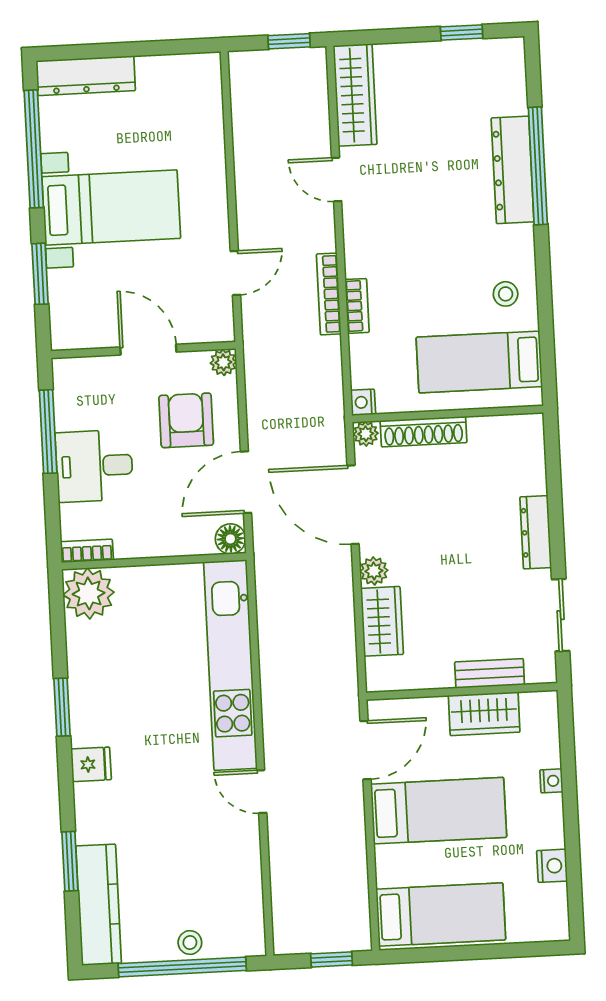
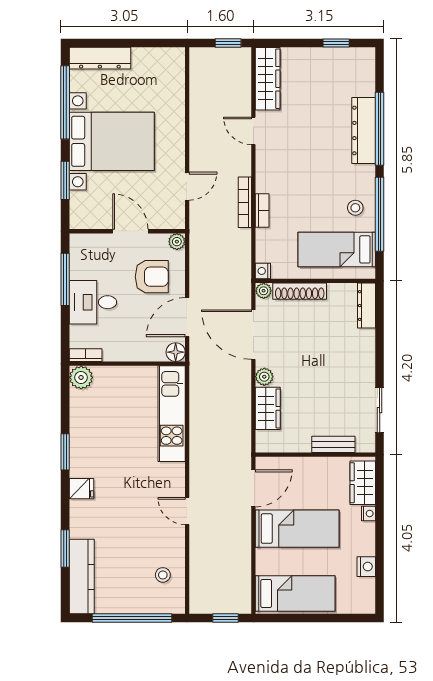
bed with nightstands: (111, 207) -> (112, 141), width x1.36
window: (545, 302) -> (380, 214), added
armchair: (186, 420) -> (152, 277), turned 90
dresser: (536, 532) -> (367, 306), moved
plant: (89, 593) -> (81, 377), width x0.73, depth x0.73
kitchen unit: (230, 665) -> (172, 414), width x0.73
wardrobe: (484, 714) -> (363, 483), moved, turned 90
stool: (190, 942) -> (163, 575), moved

